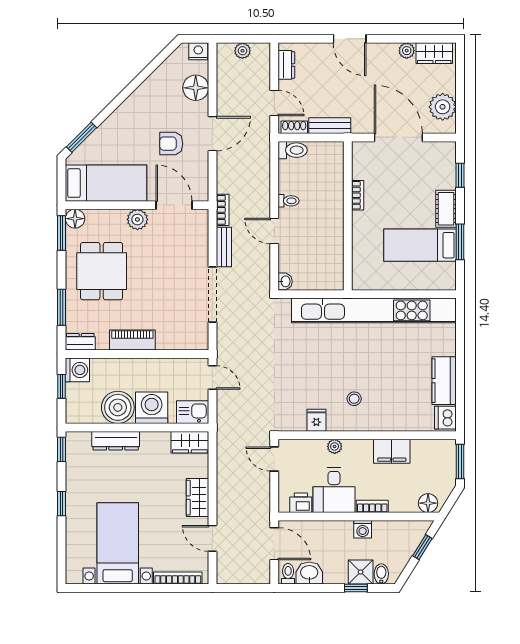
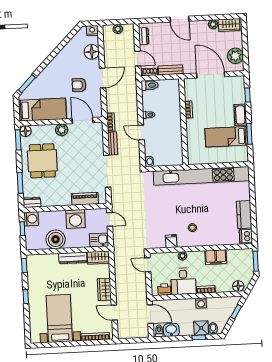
piano: (132, 340) -> (85, 199), moved
washing machine: (152, 408) -> (75, 219), moved, turned 180
dresser: (116, 441) -> (73, 258), moved

